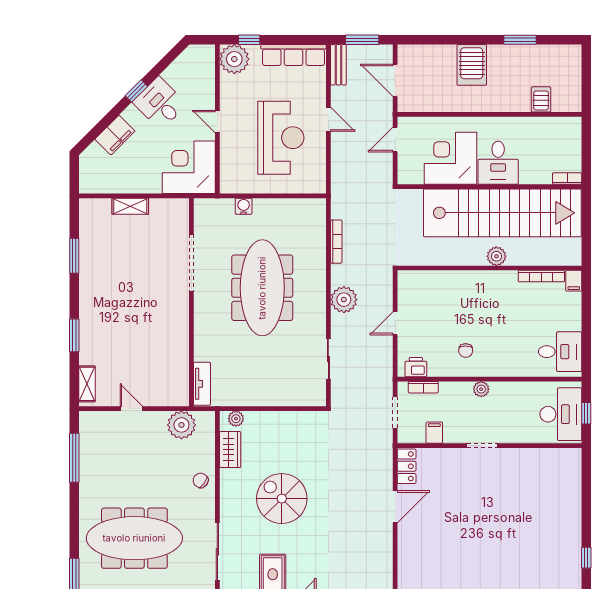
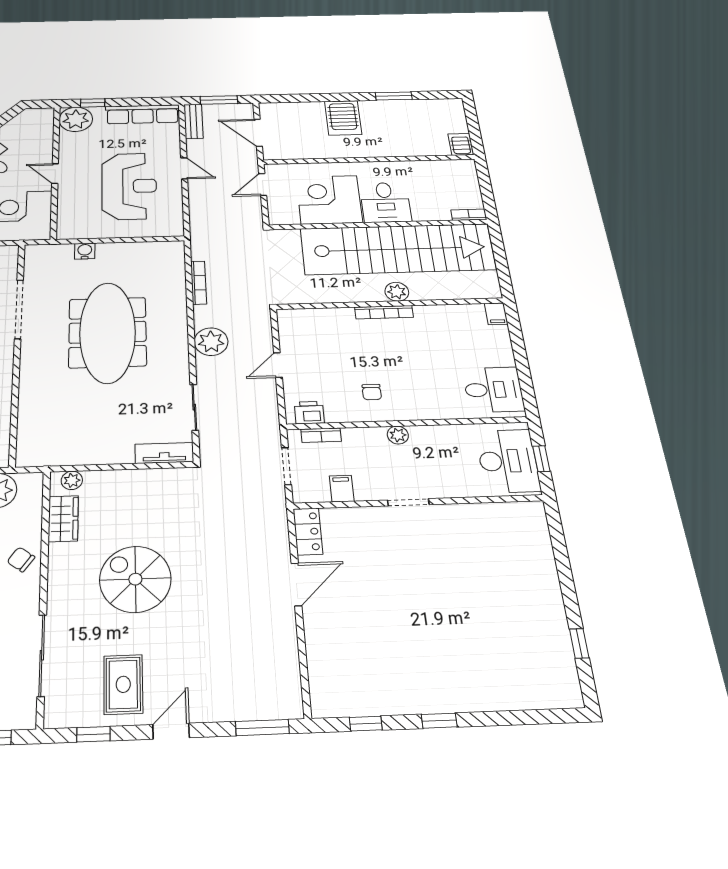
server rack: (541, 99) -> (461, 144), moved
bookcase: (541, 276) -> (384, 312), moved
tv unit: (202, 384) -> (164, 453), moved, turned -90

